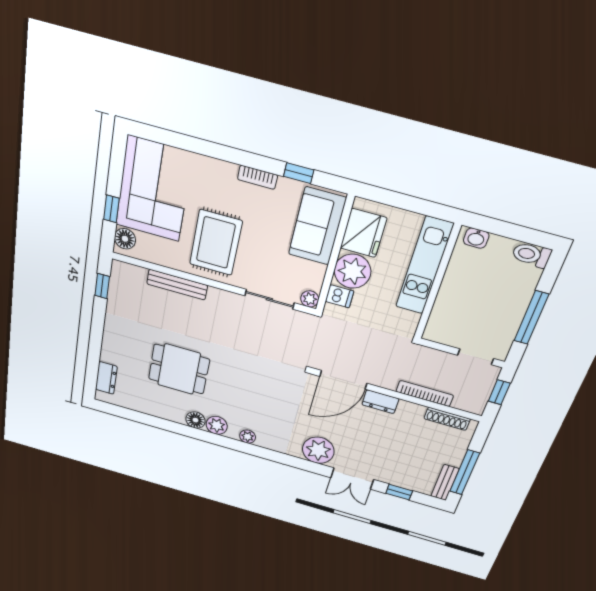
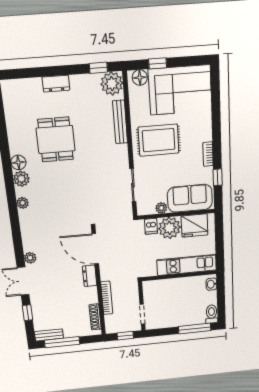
plant: (125, 277) -> (112, 84), added
plant: (310, 299) -> (161, 208), moved
window: (531, 318) -> (195, 328), moved
dresser: (106, 378) -> (56, 84), moved
plant: (318, 450) -> (30, 258), width x0.53, depth x0.53

